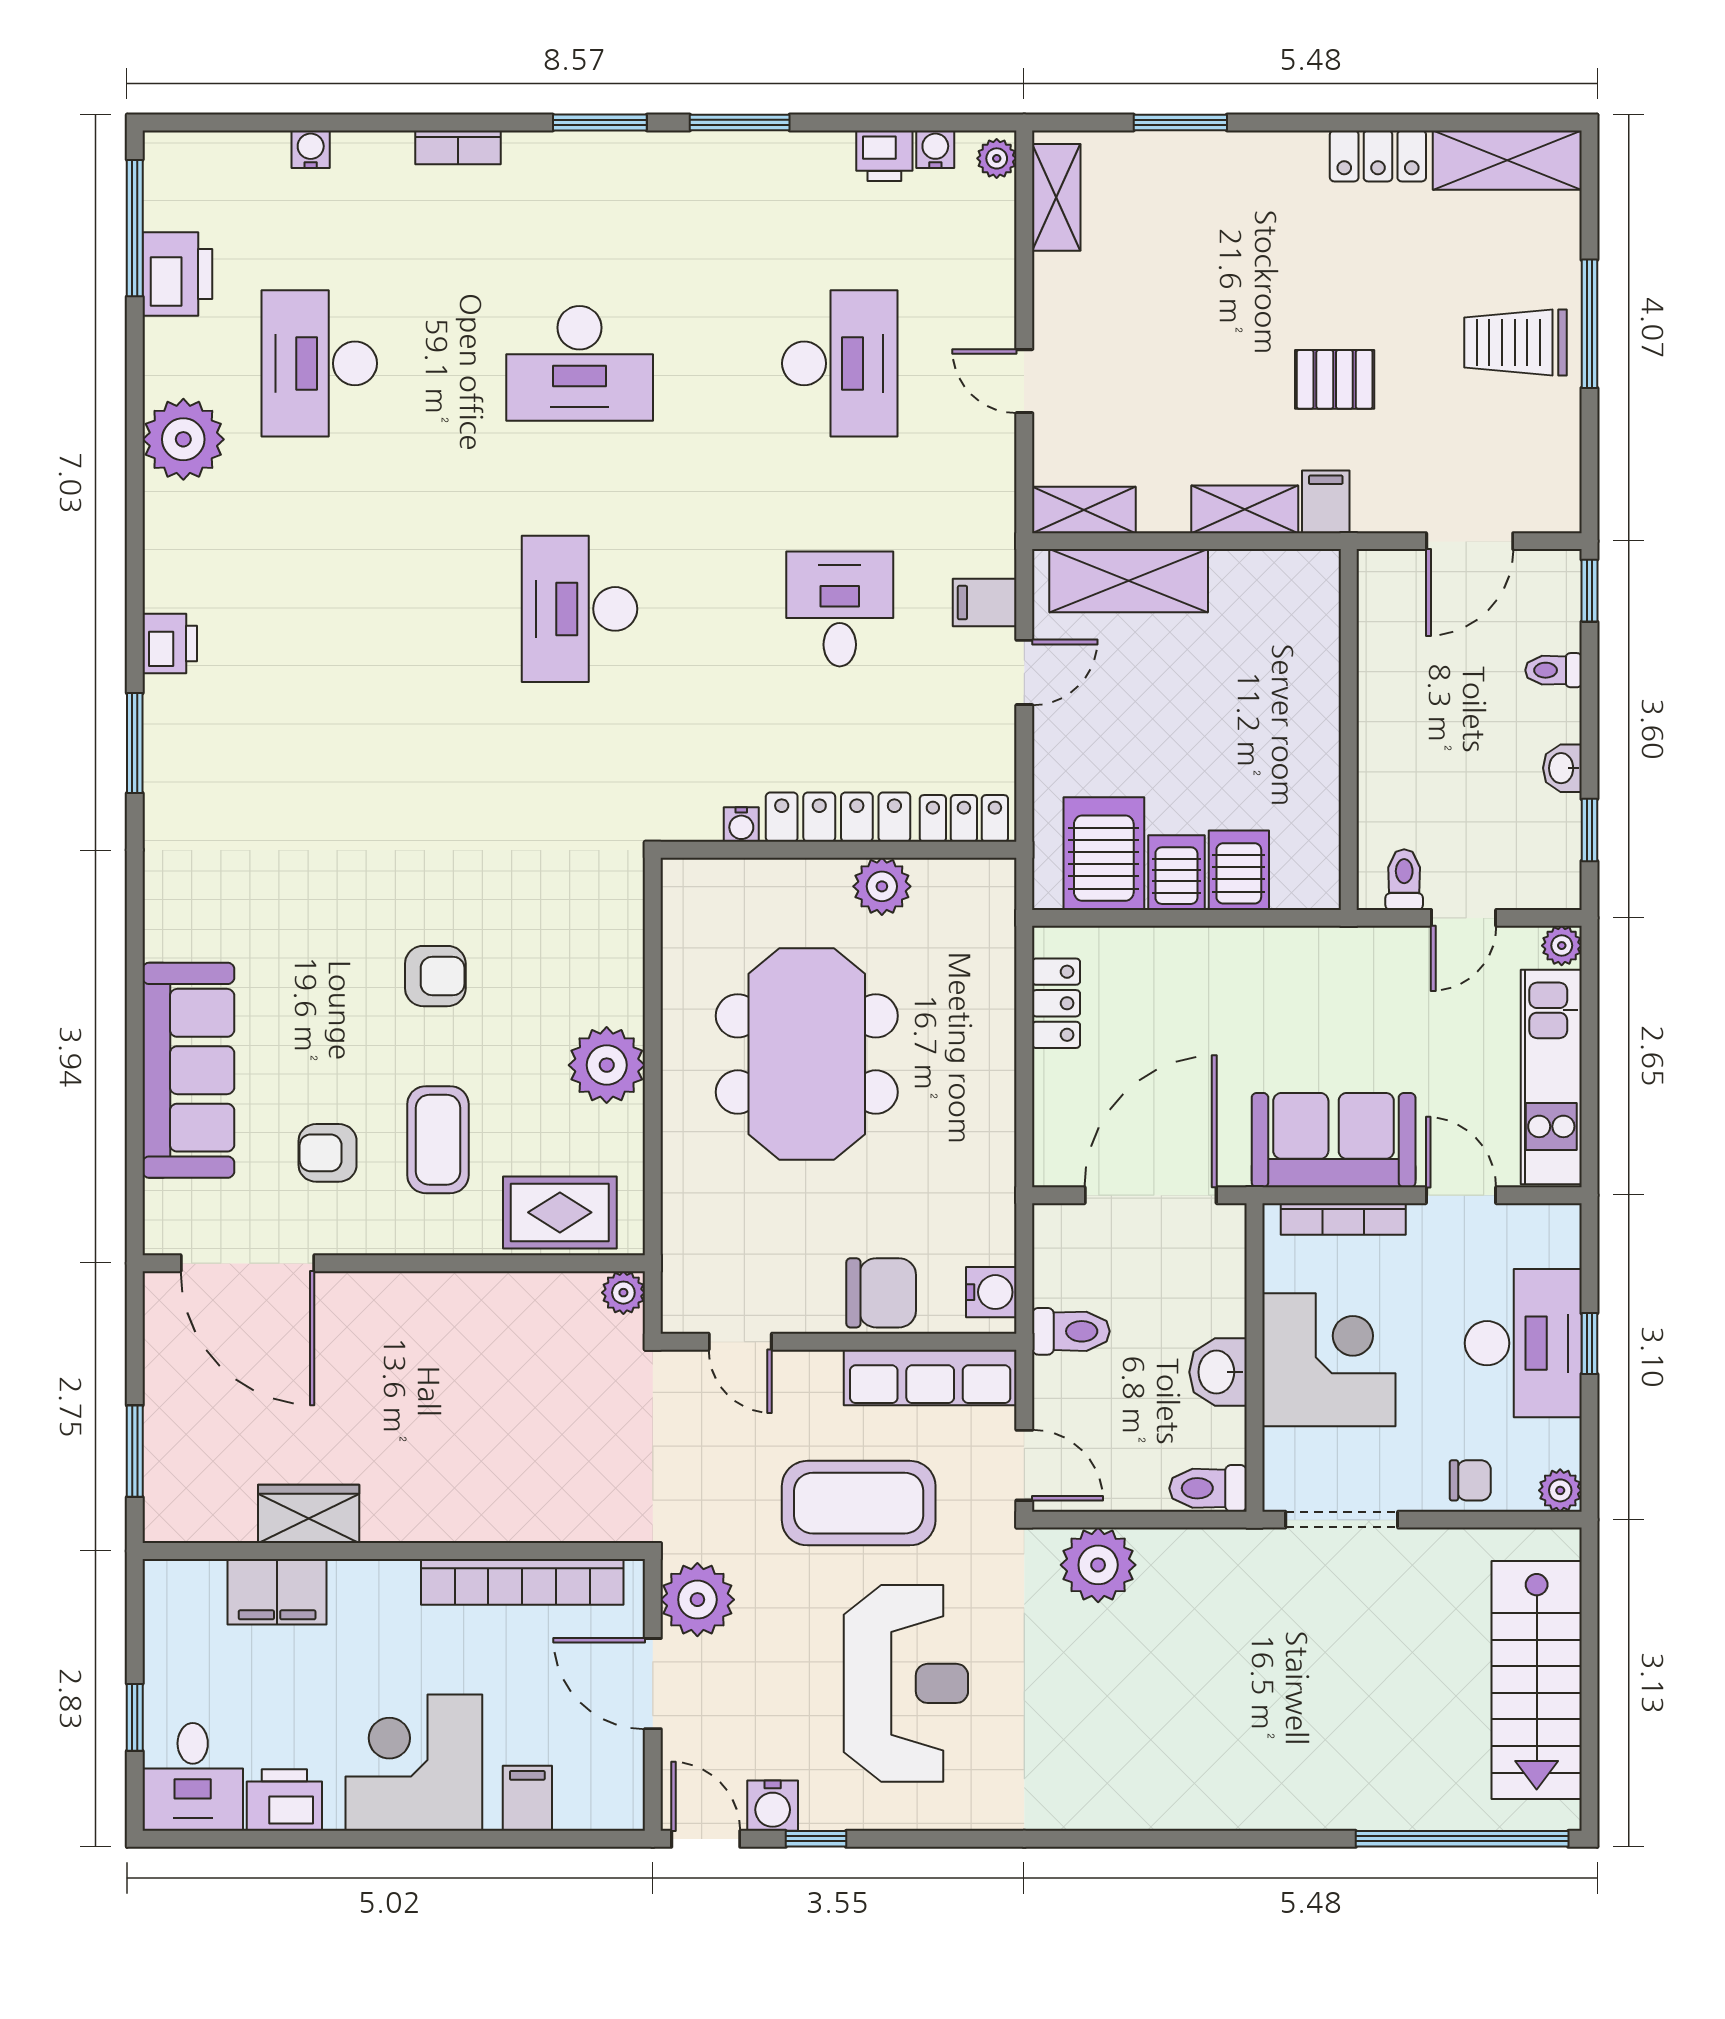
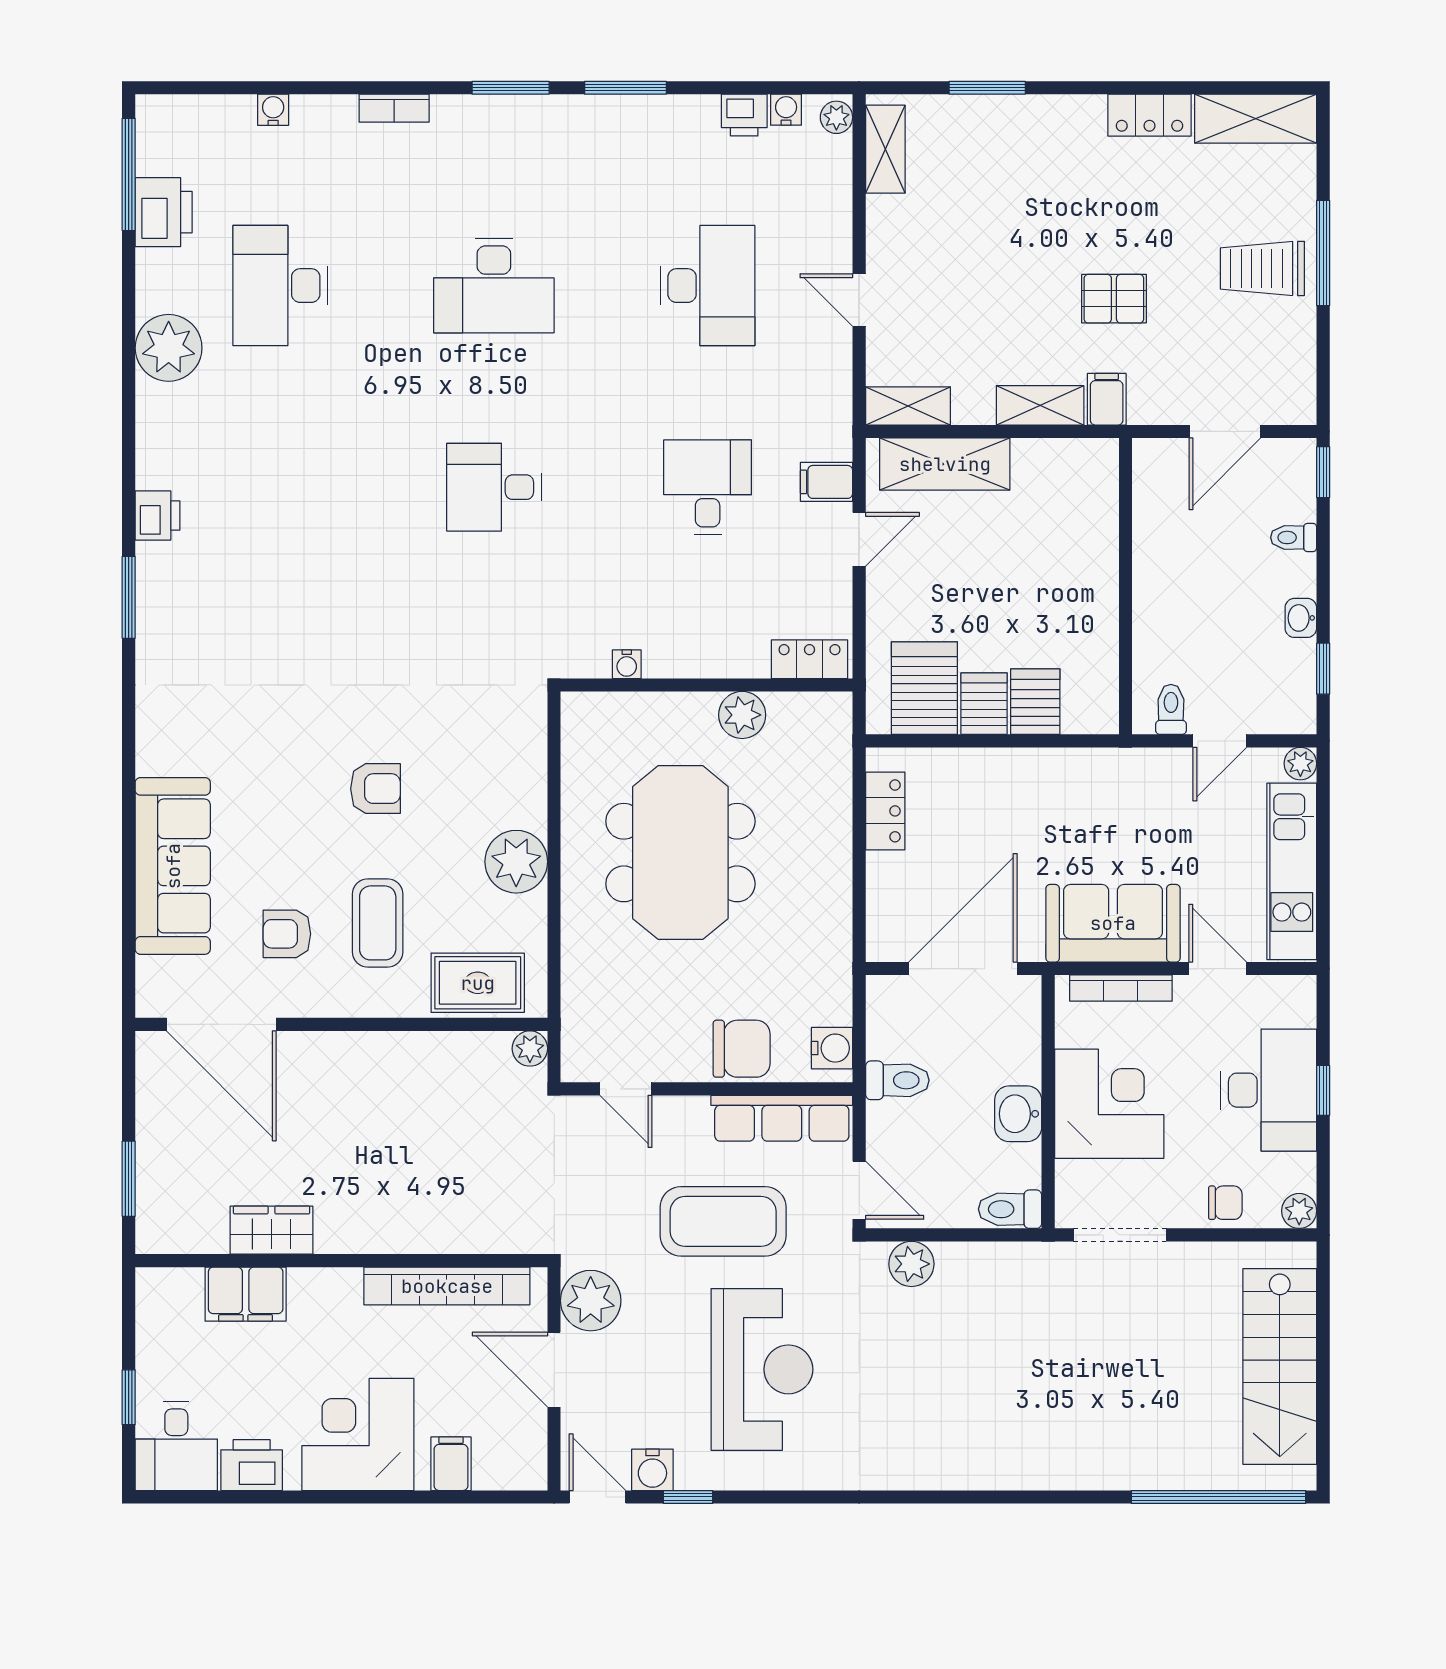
desk: (580, 609) -> (494, 487), width x0.73
locker: (838, 817) -> (706, 658), removed
plant: (1098, 1565) -> (911, 1264), width x0.73, depth x0.73

